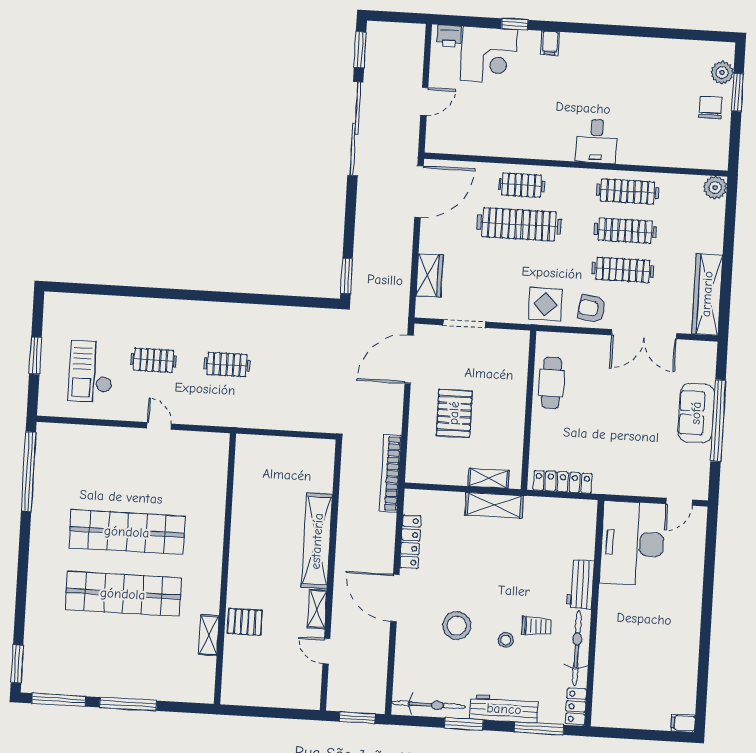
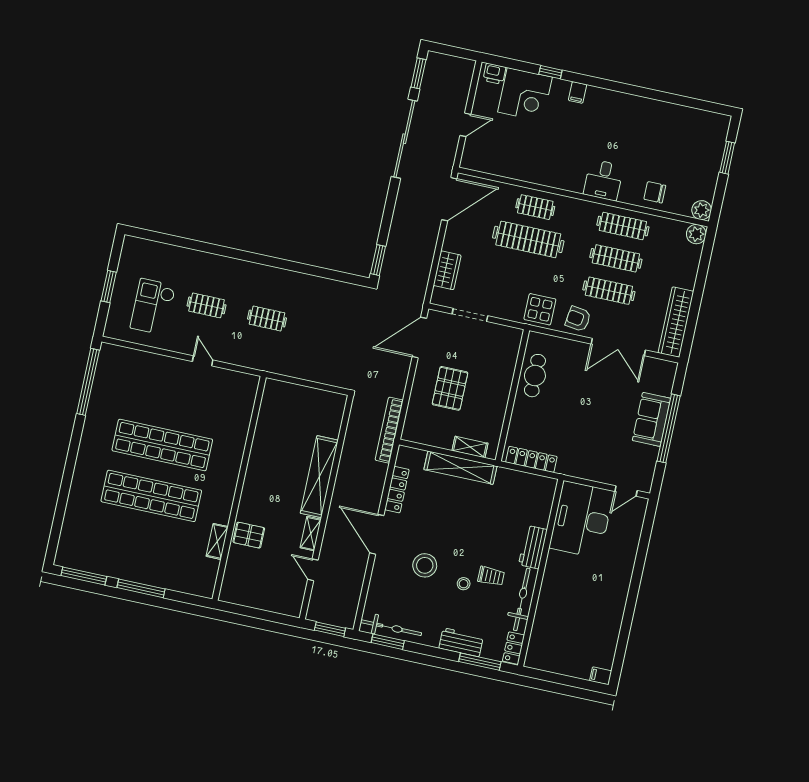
plant: (722, 73) -> (702, 210), moved
chair: (710, 107) -> (655, 192), moved, turned -90
shelving: (494, 505) -> (460, 468), width x1.47
window: (17, 664) -> (54, 541), removed
workbench: (504, 709) -> (461, 642), width x0.73
window: (464, 724) -> (388, 642), moved

